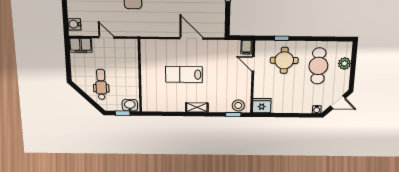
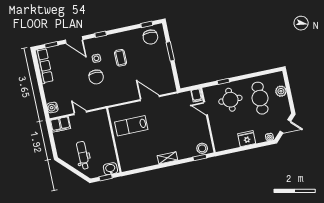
lab bench: (184, 74) -> (131, 126), moved
fridge: (262, 106) -> (247, 139), moved

